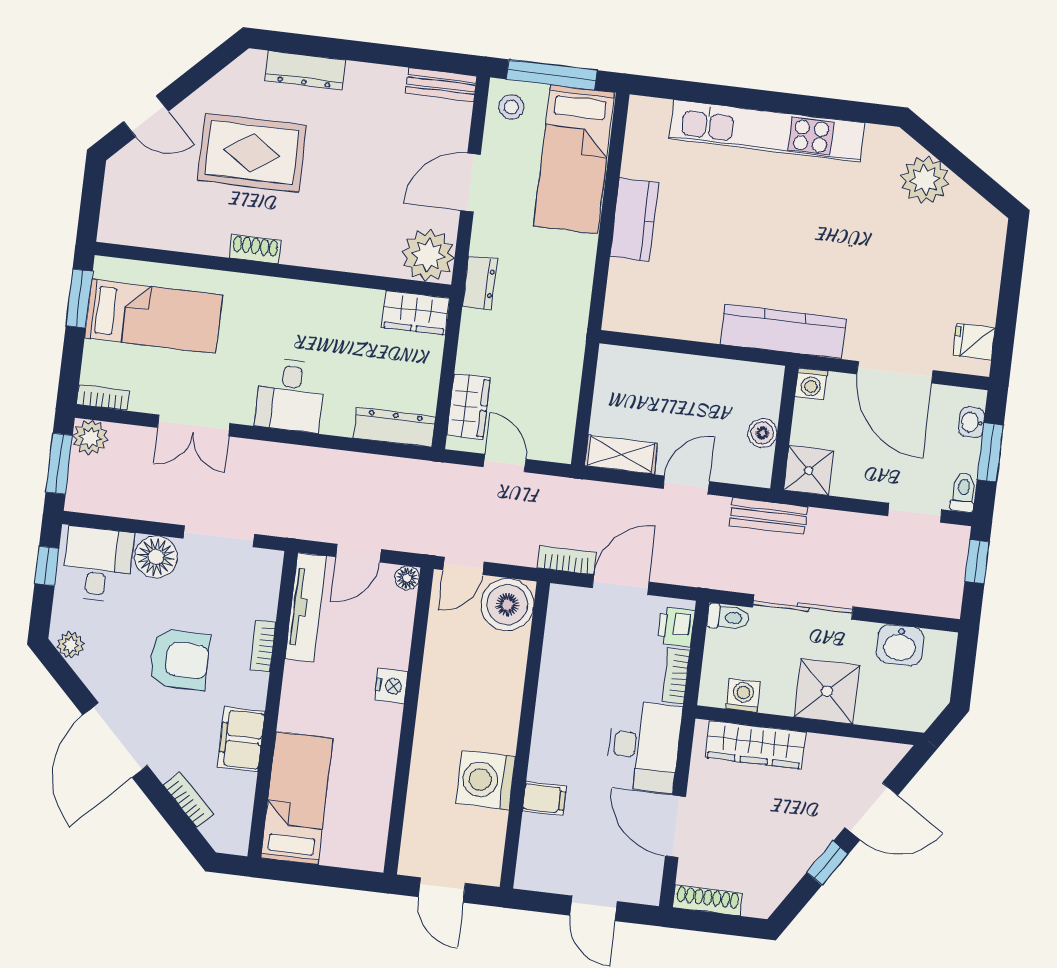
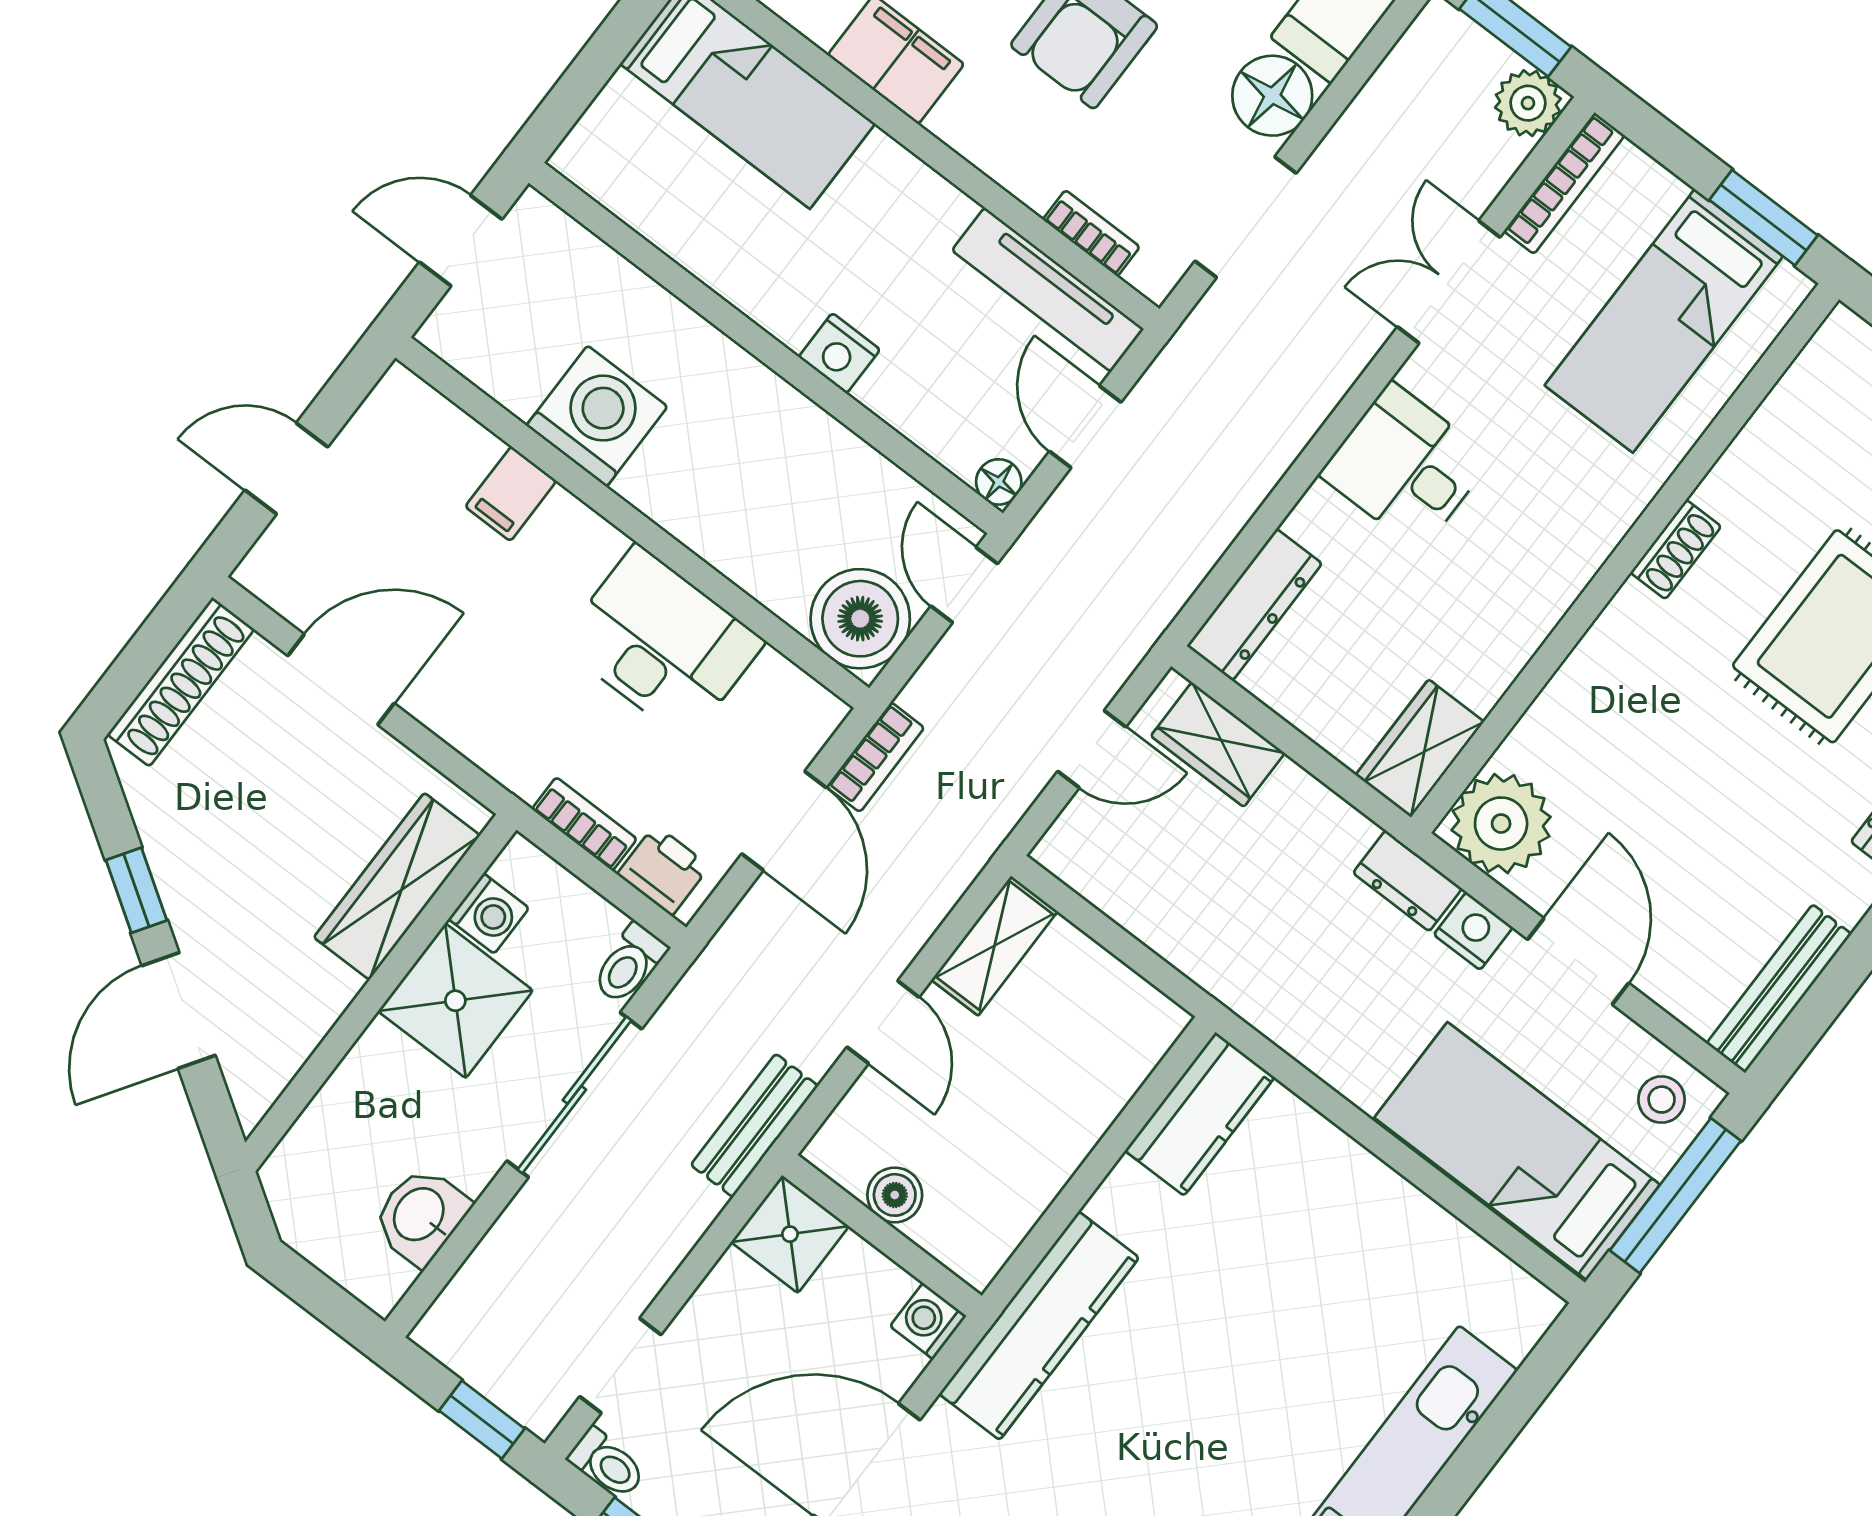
bench: (441, 85) -> (1779, 989), width x1.36
kitchen counter: (634, 220) -> (1200, 1114), moved, turned -90
nightstand: (485, 239) -> (1473, 931), added
bookcase: (103, 397) -> (1564, 183), width x1.56
bookcase: (263, 646) -> (1091, 233), moved
shower: (827, 691) -> (455, 1001), moved
desk: (644, 746) -> (662, 643), moved, turned 180
shoe rack: (707, 900) -> (181, 682), width x1.36, depth x1.24

